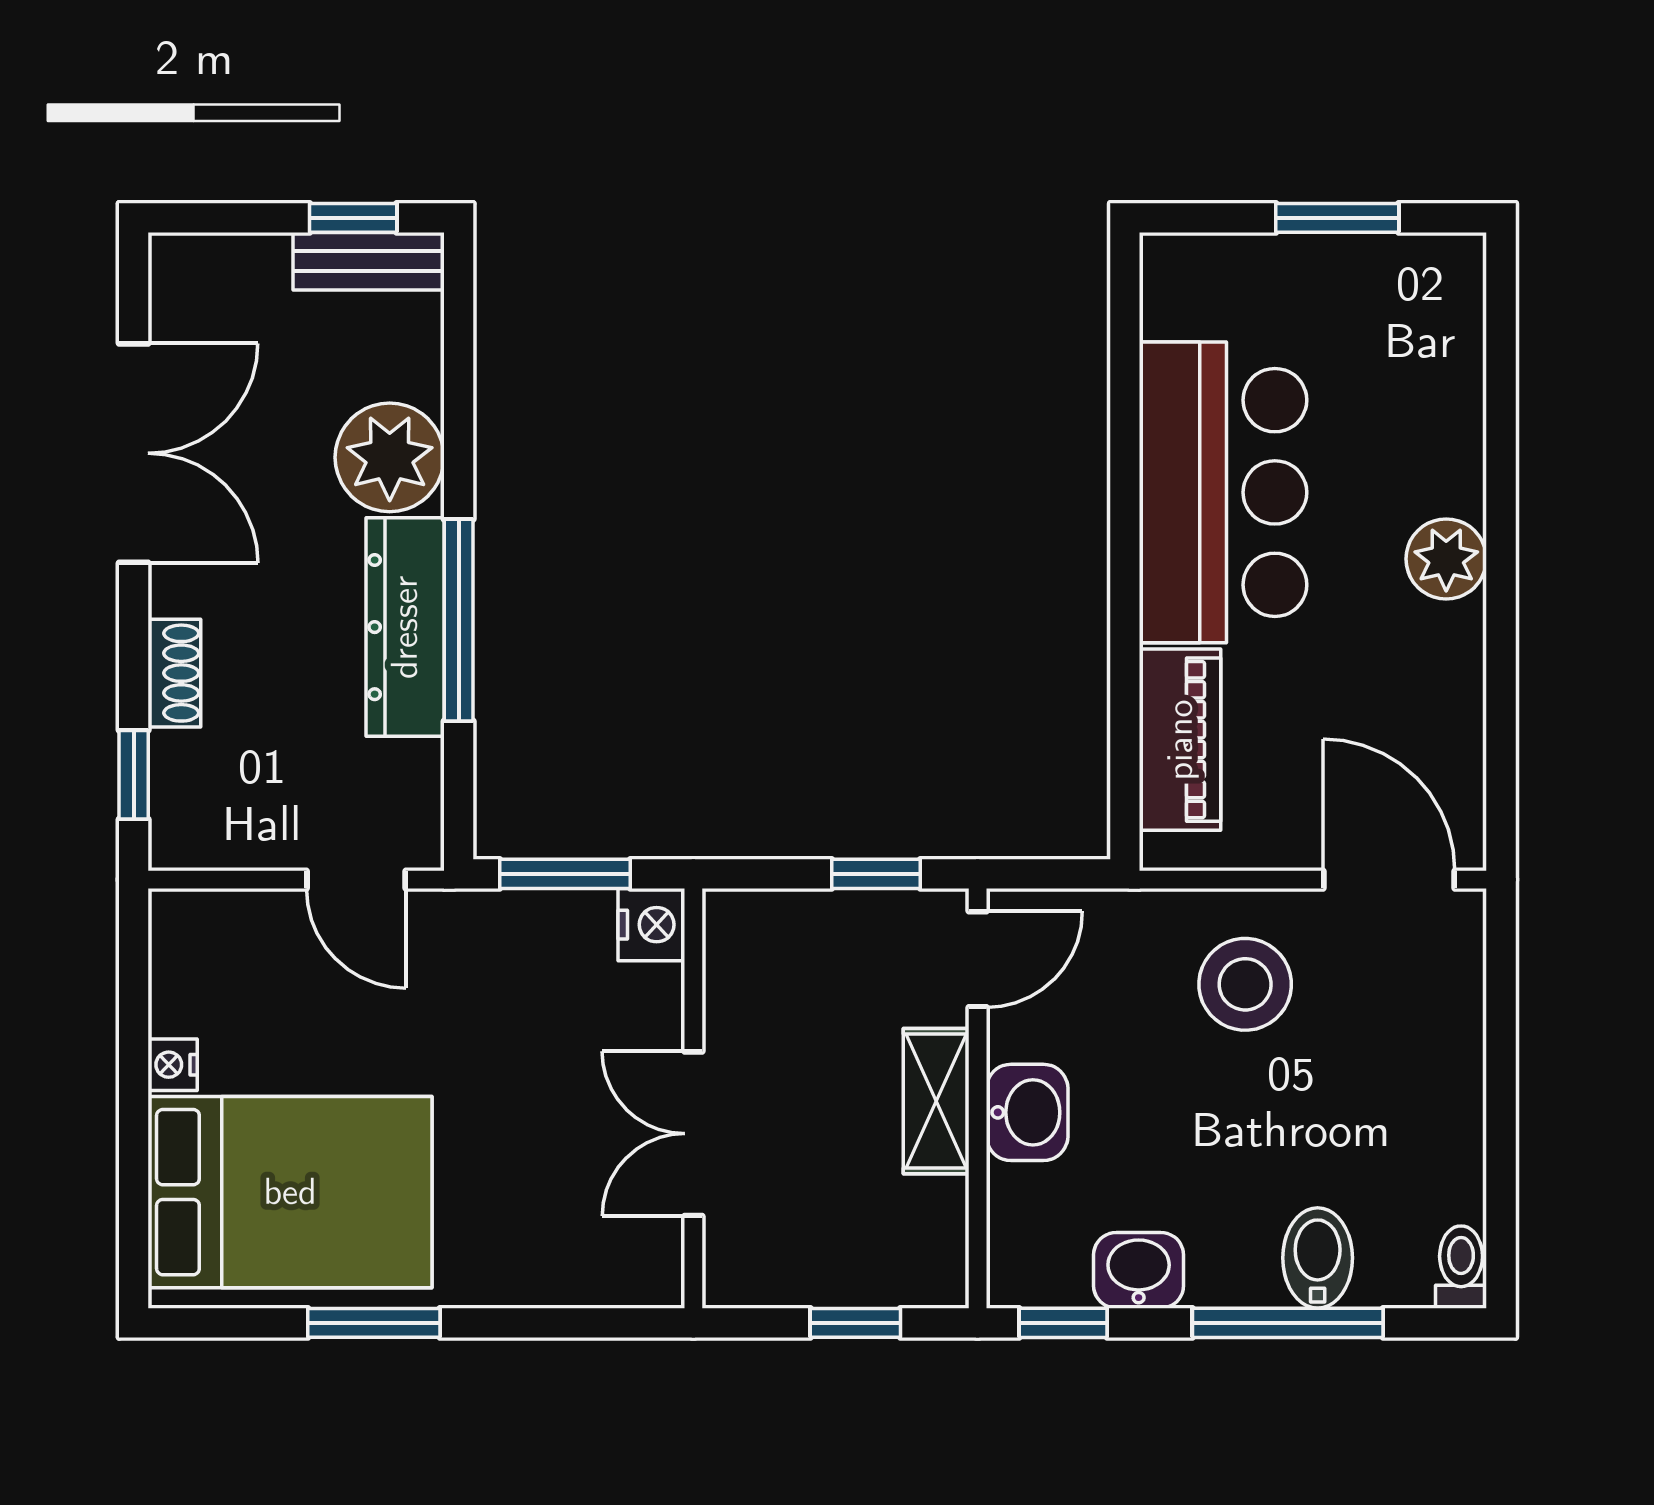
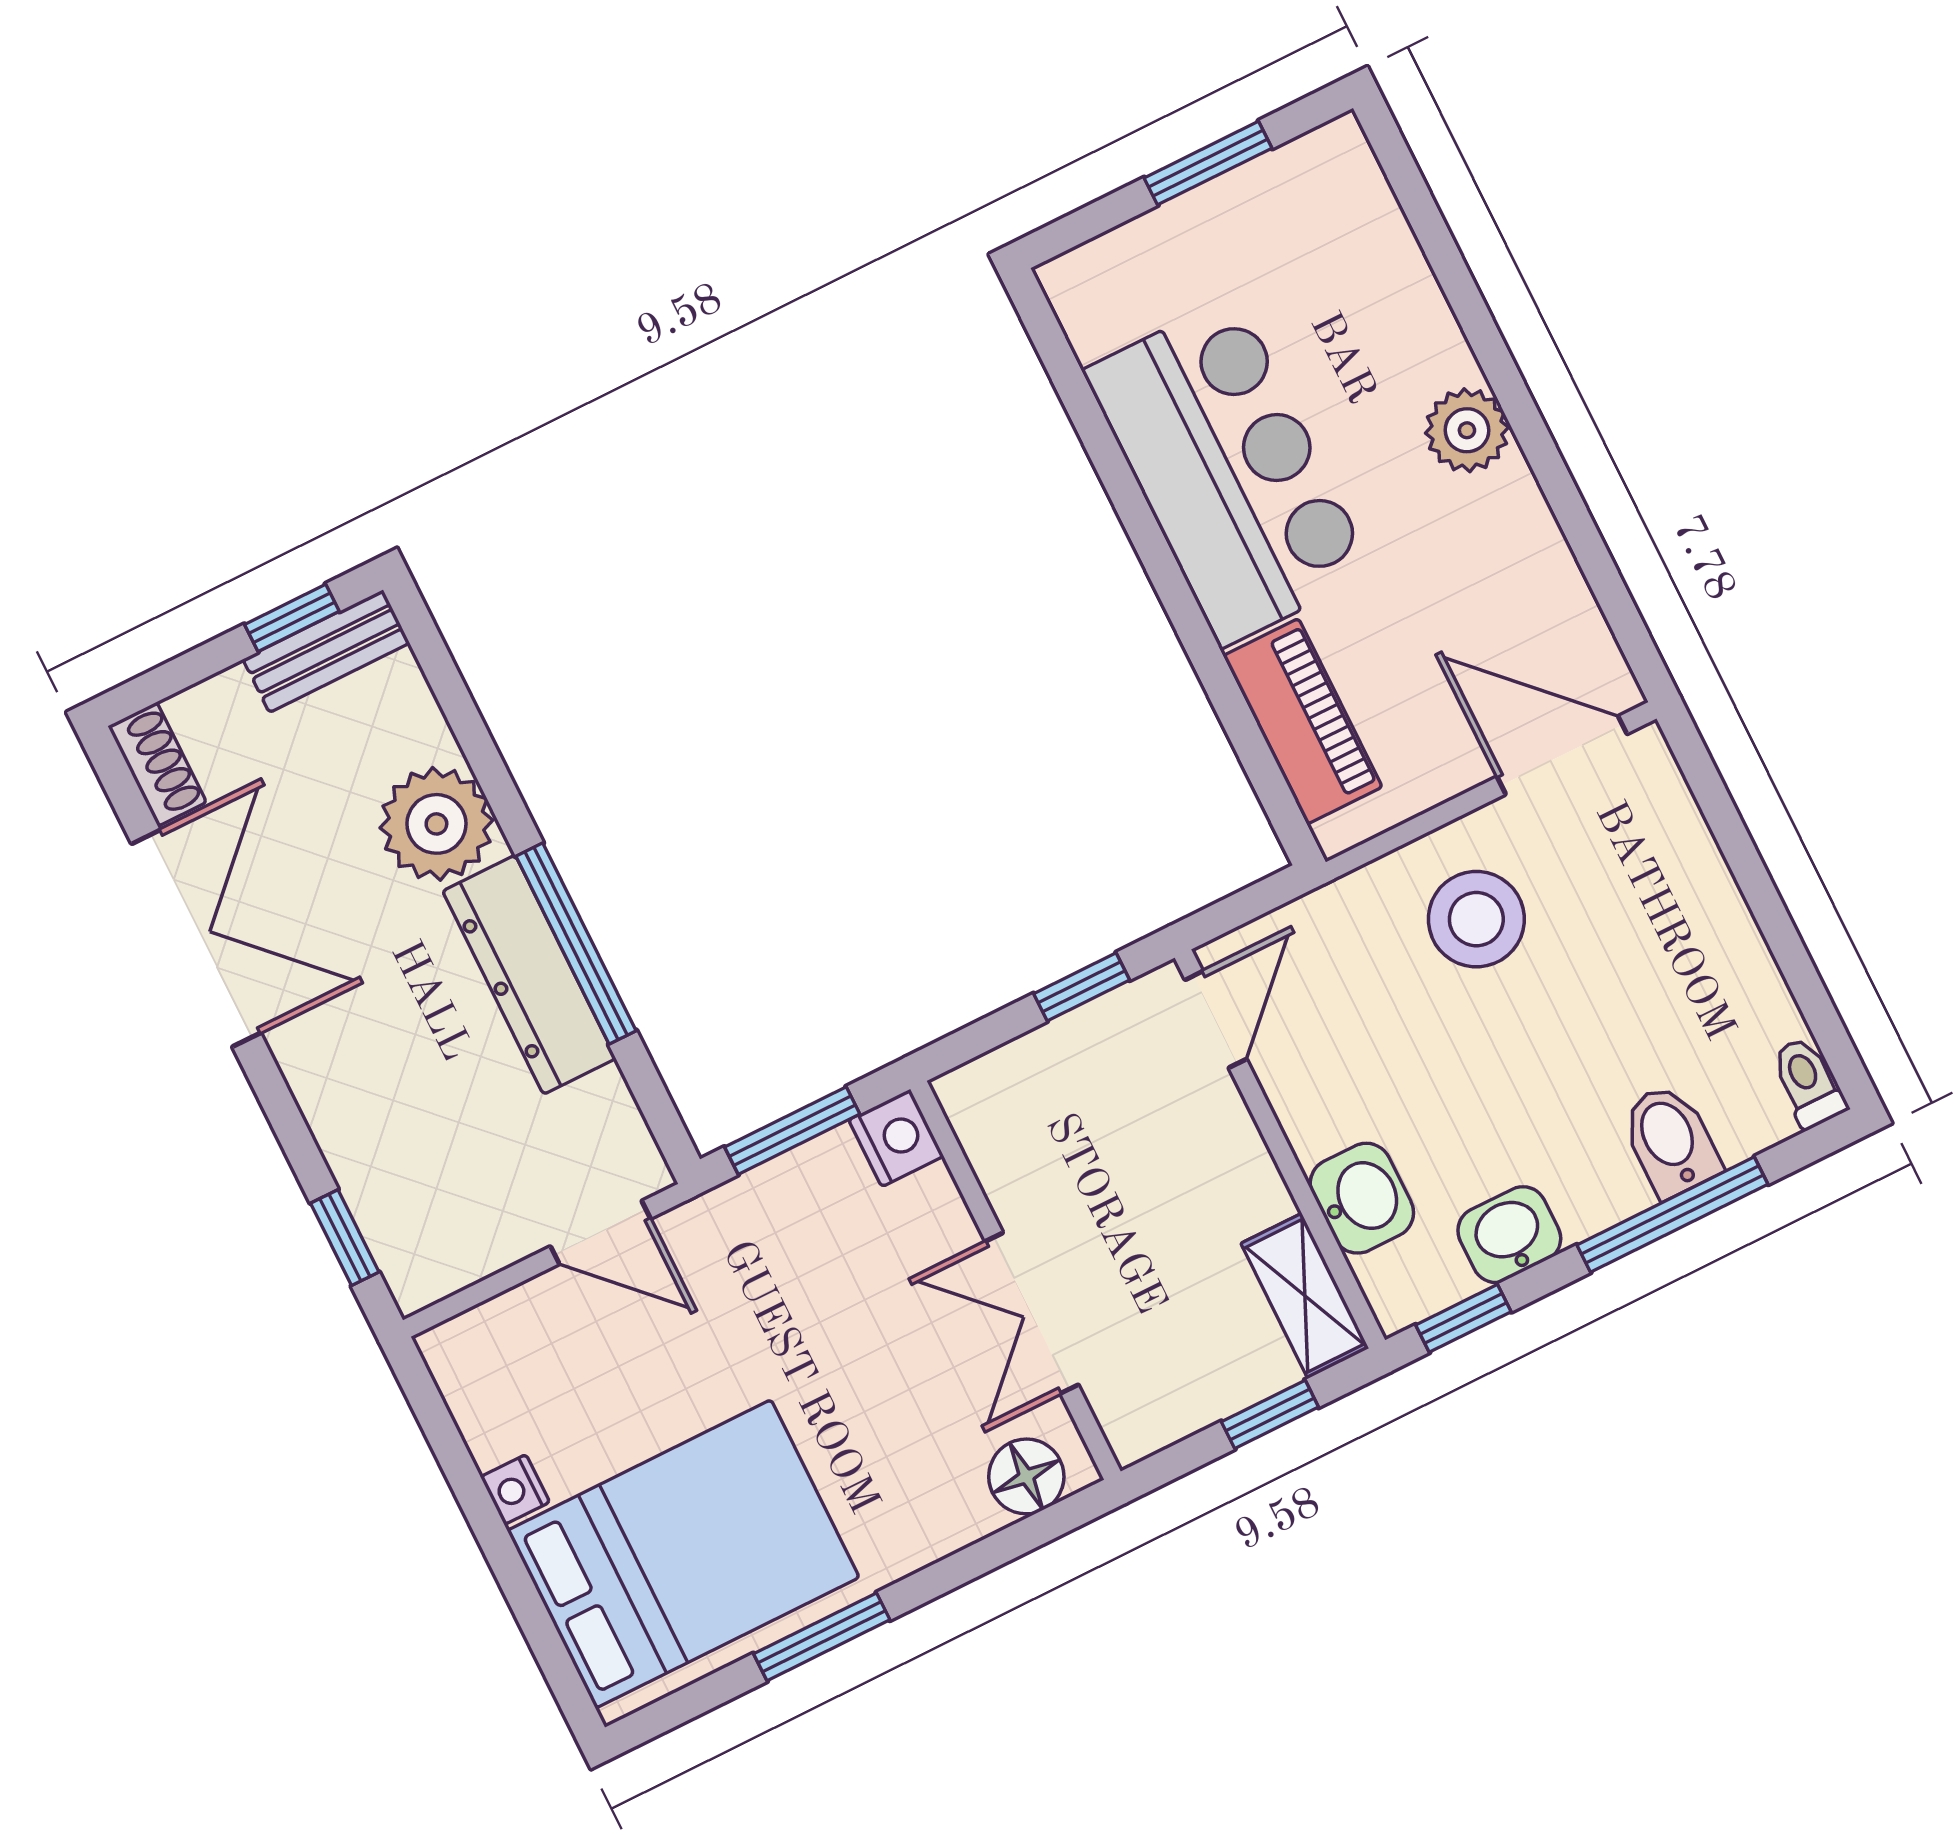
shoe rack: (174, 673) -> (157, 764), moved
shelving: (936, 1101) -> (1305, 1296), moved
washbasin: (1027, 1112) -> (1362, 1198), moved
floor lamp: (619, 1272) -> (1026, 1476), added

